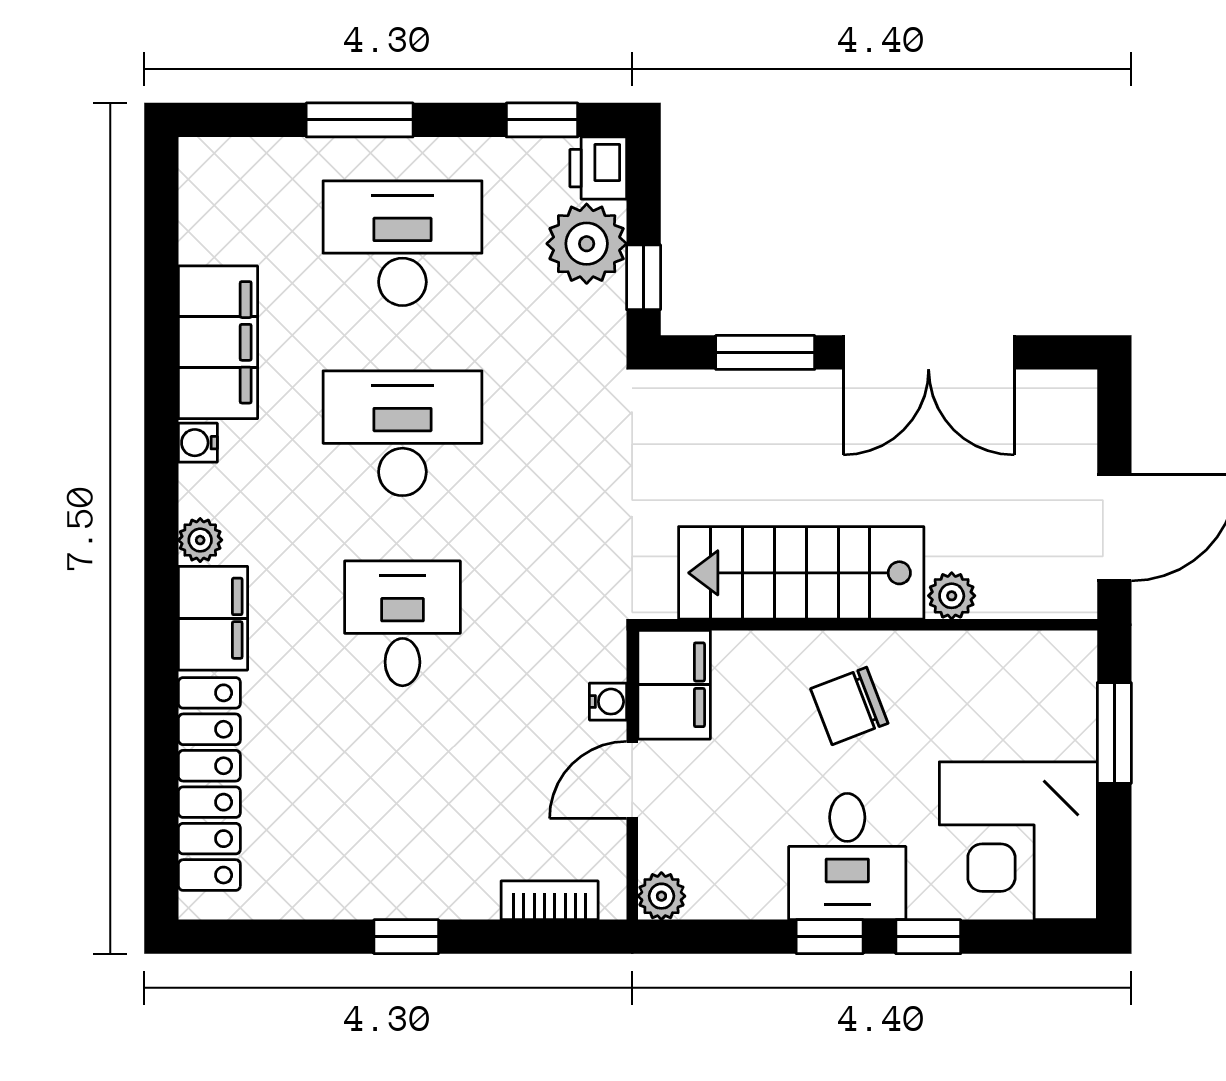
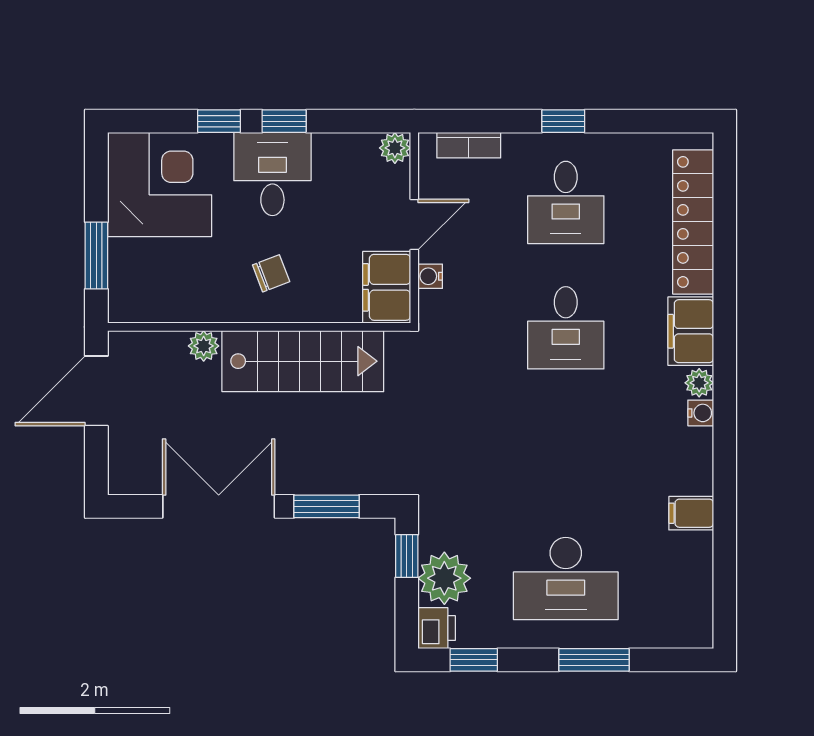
filing cabinet: (218, 342) -> (691, 513), width x0.33, depth x0.86
desk: (402, 433) -> (566, 202), moved, width x0.73
water cooler: (198, 443) -> (701, 413), moved
chair: (849, 706) -> (271, 273), width x0.73, depth x0.73

